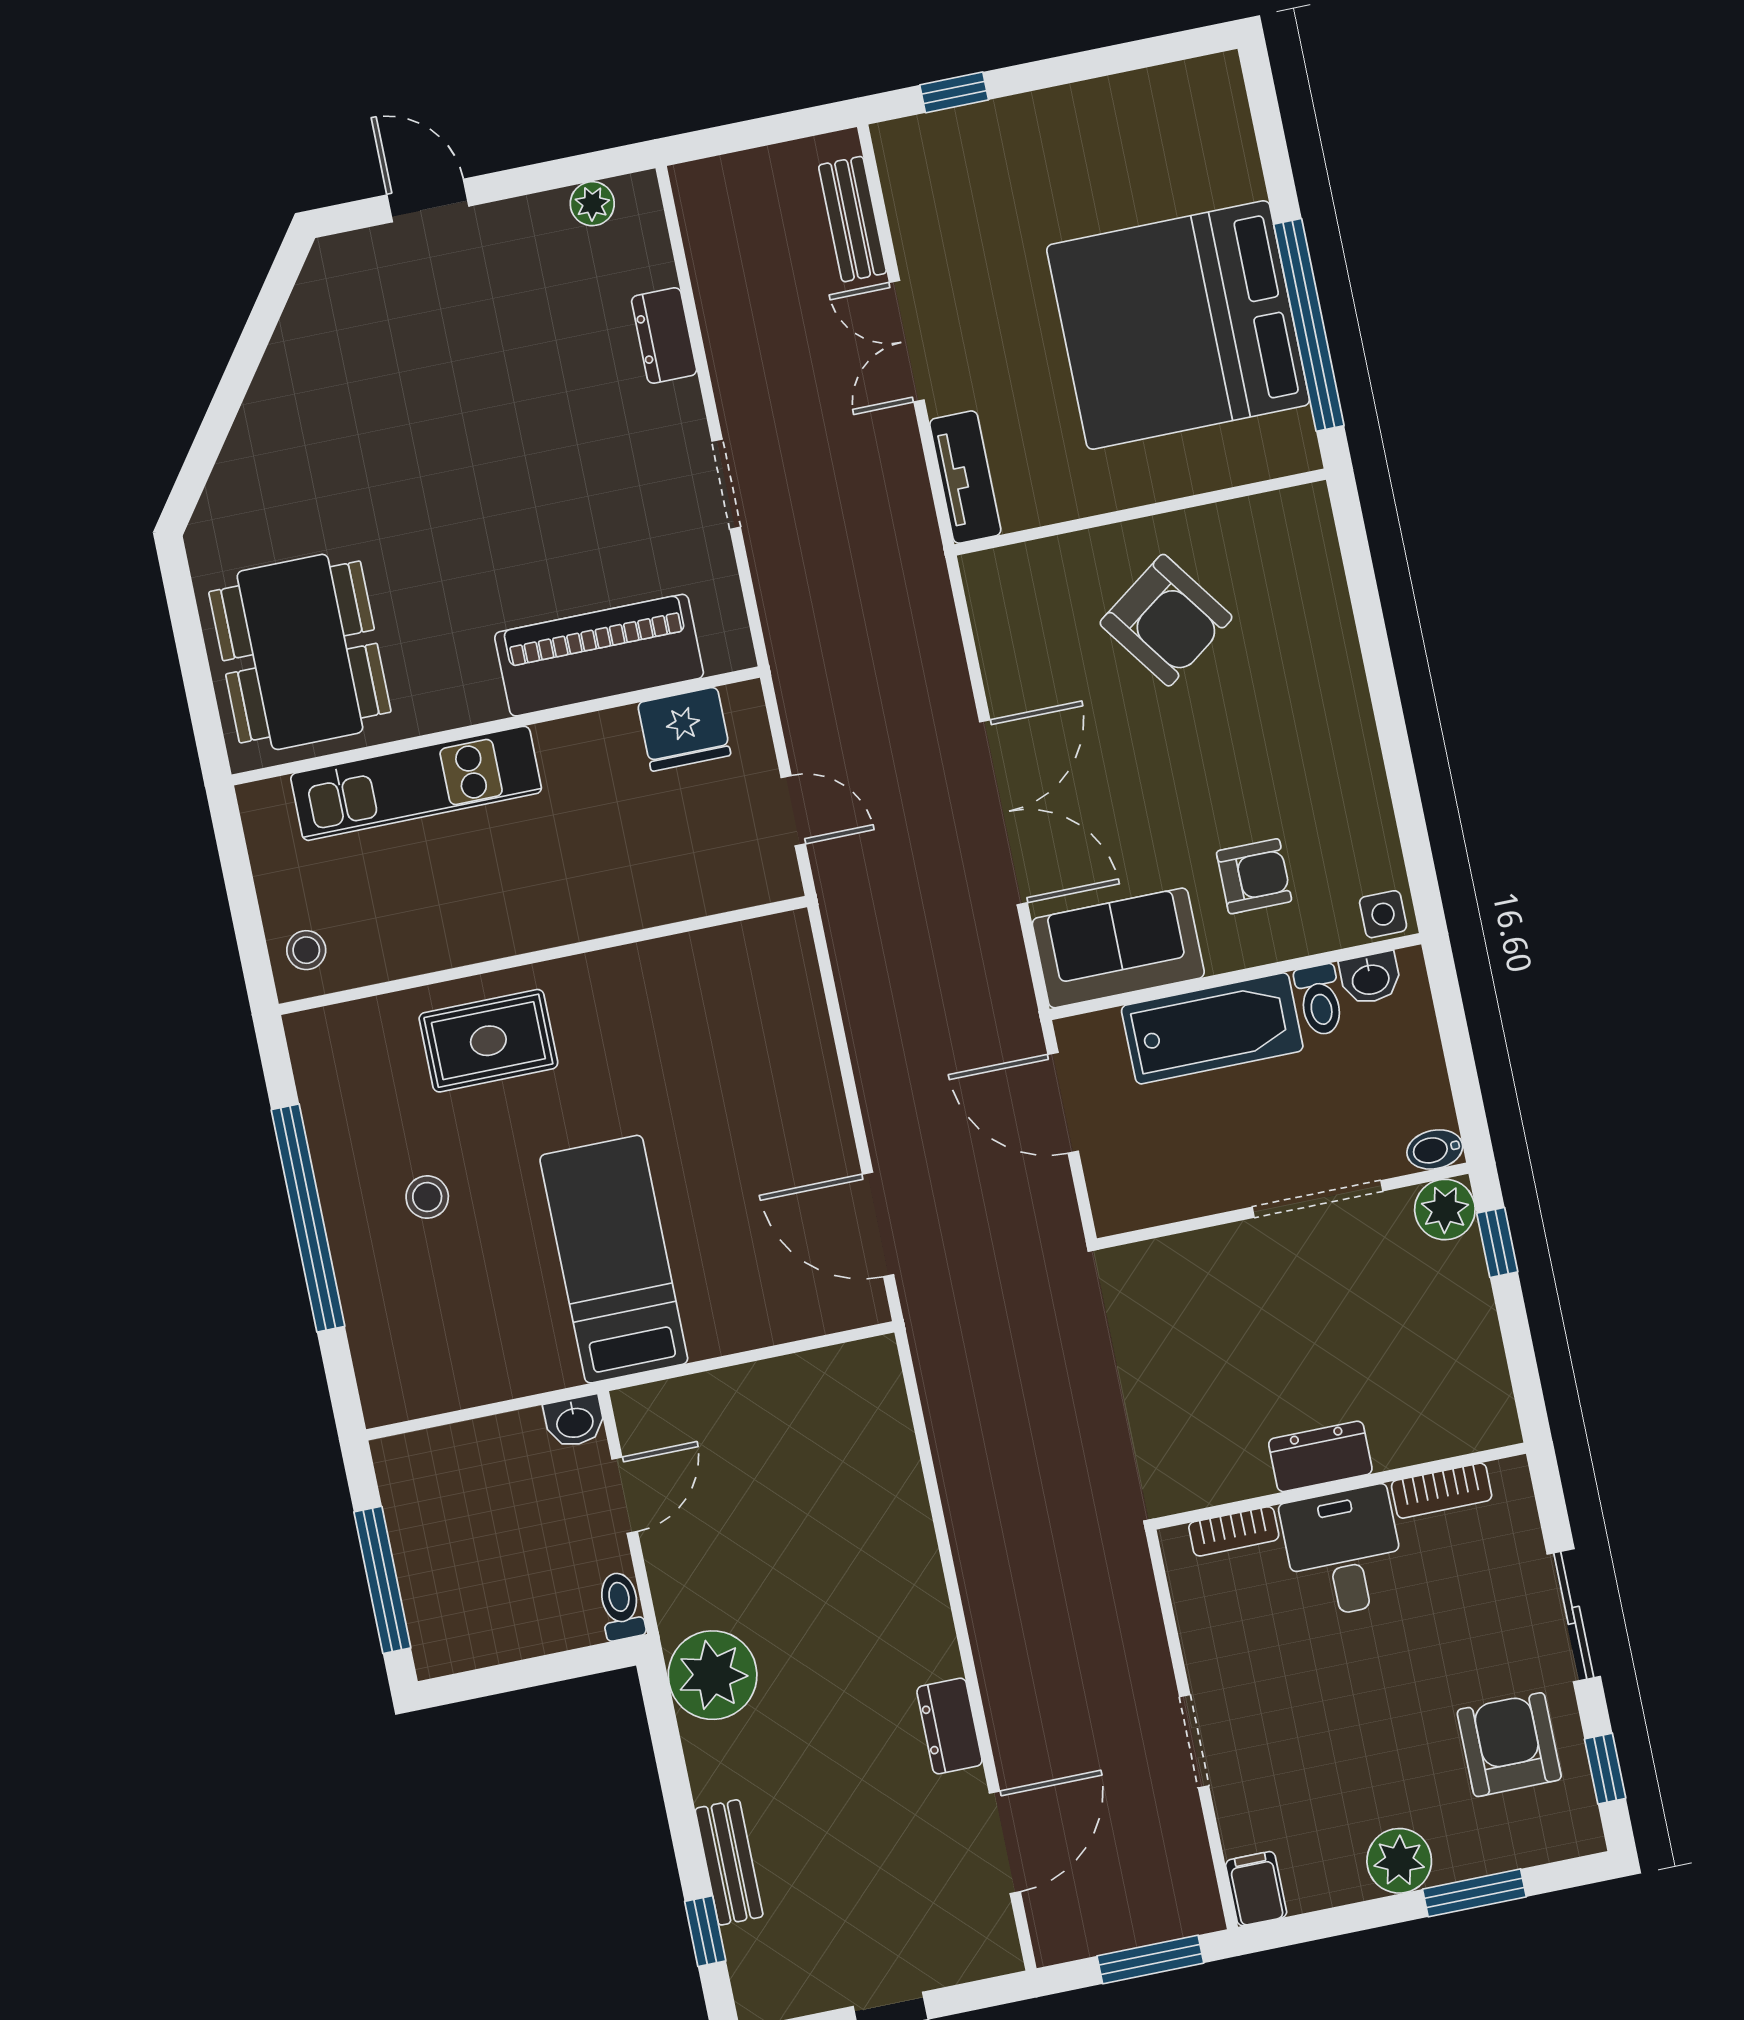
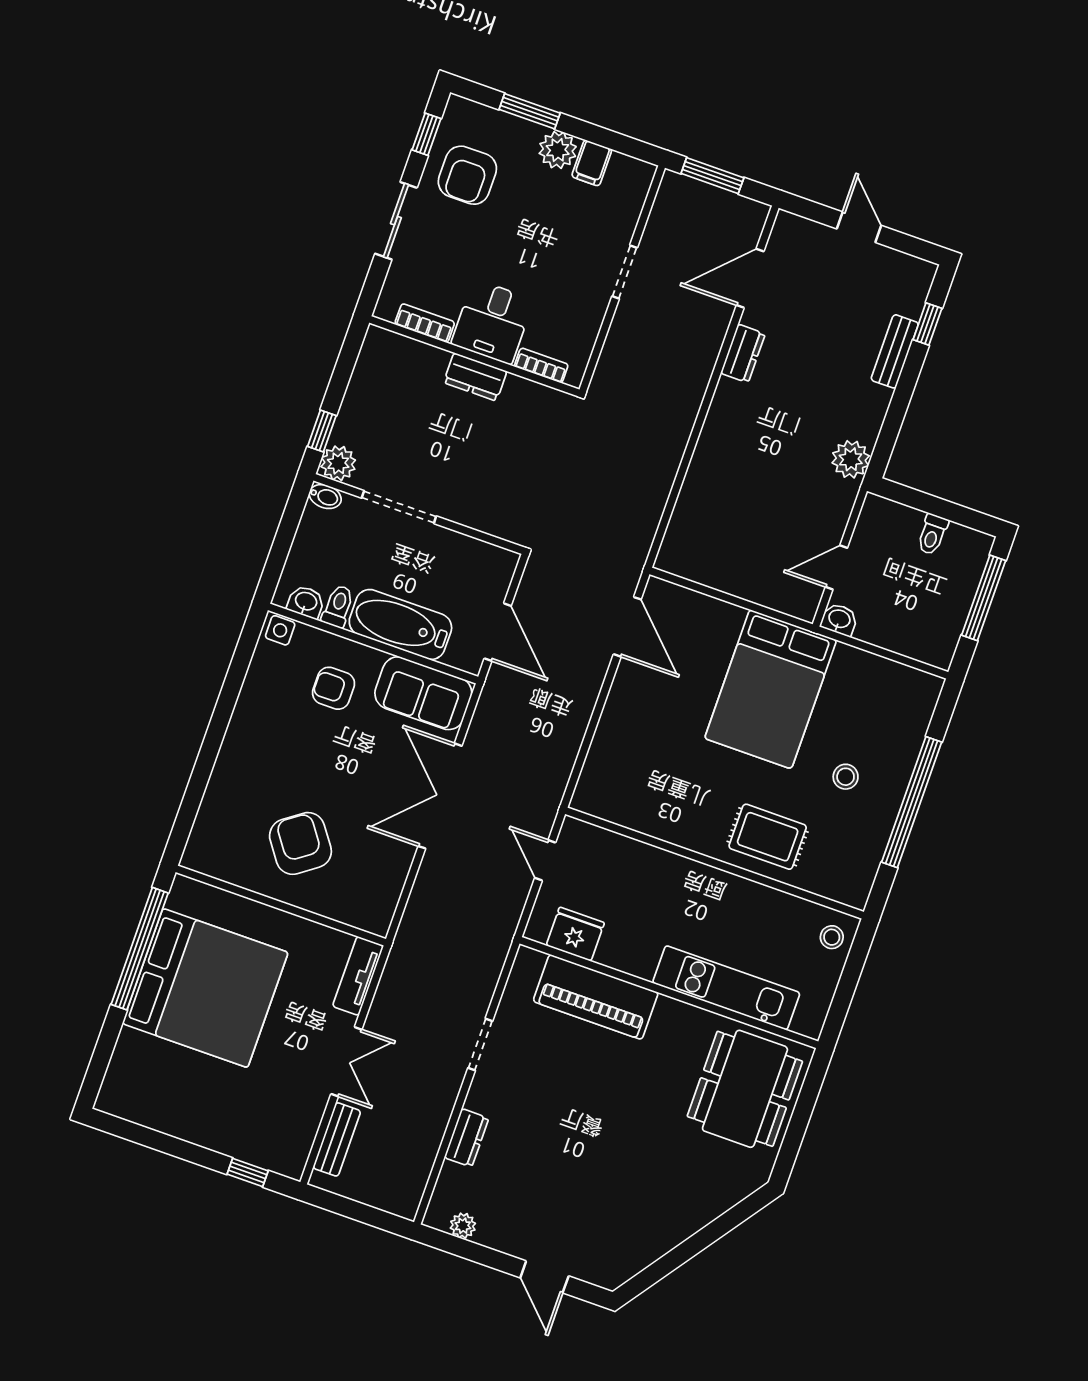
bed: (614, 1259) -> (771, 689), width x1.50
toilet: (621, 1606) -> (932, 534), moved
plant: (713, 1675) -> (851, 459), width x0.73, depth x0.73
filing cabinet: (1256, 1889) -> (592, 163), moved

